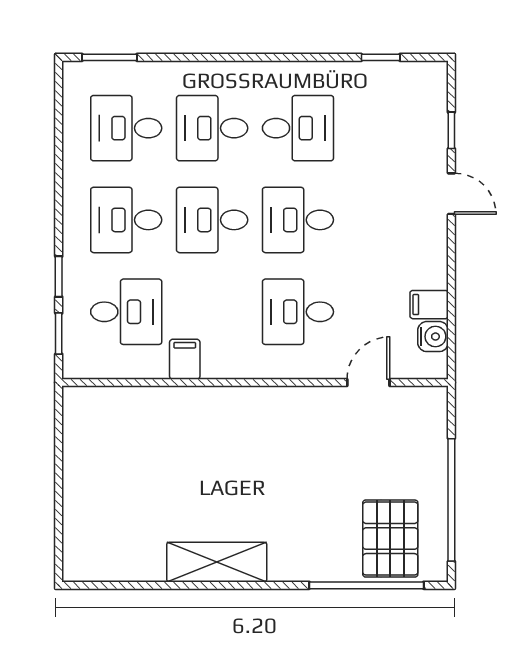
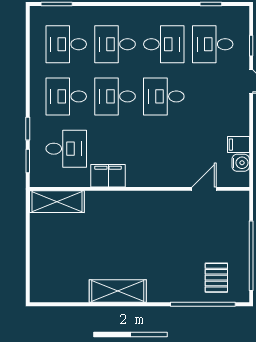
desk: (298, 312) -> (213, 44), moved
filing cabinet: (185, 359) -> (108, 176), width x2.00
shelving: (110, 405) -> (57, 202), added
pallet: (390, 539) -> (216, 278), width x0.67, depth x0.71

